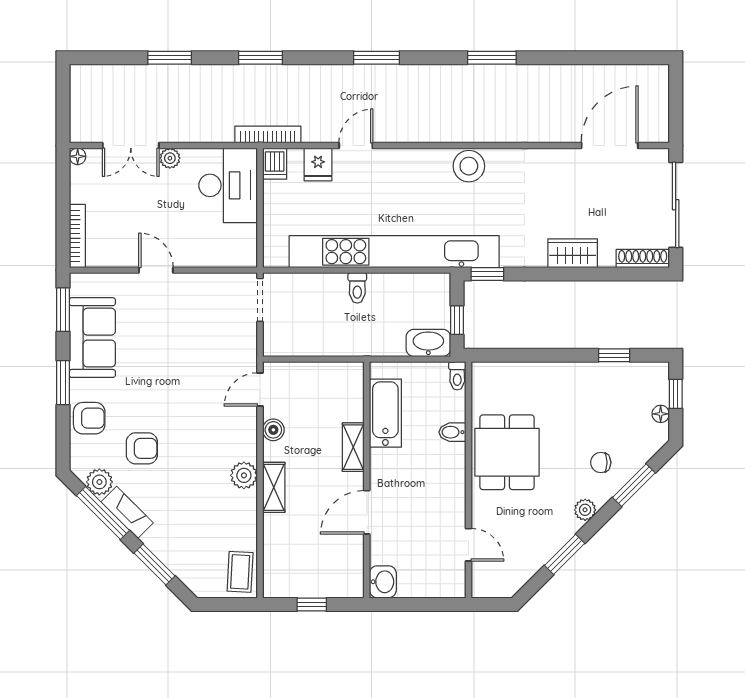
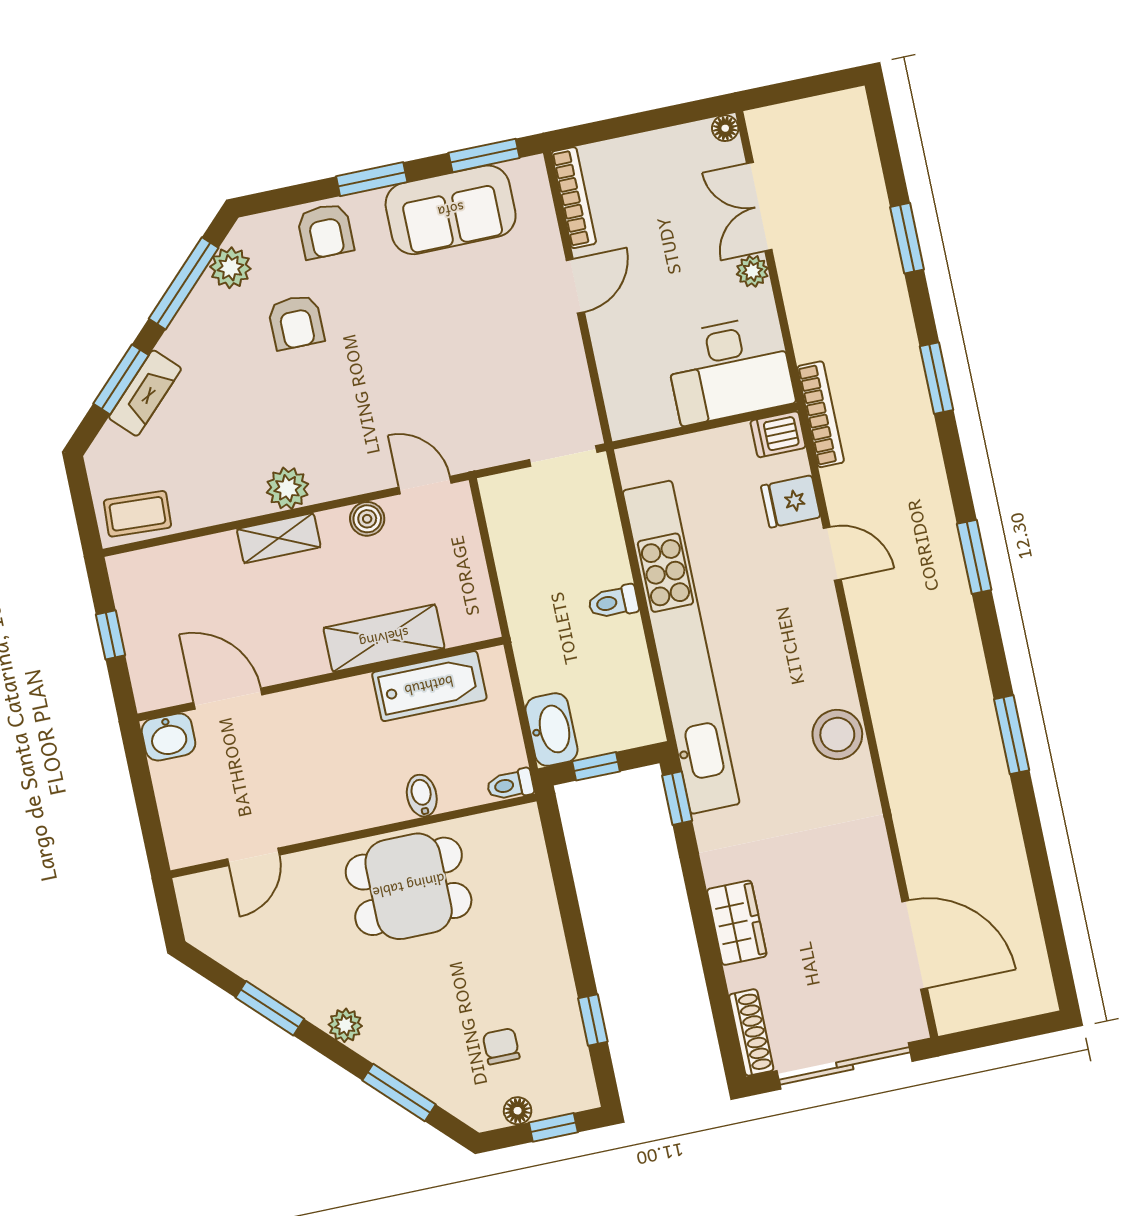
bookcase: (77, 236) -> (574, 198), moved, turned -90
shelving: (353, 447) -> (384, 638), width x1.50, depth x1.33
chair: (601, 463) -> (501, 1046), moved
fireplace: (127, 512) -> (145, 393), moved
door: (367, 512) -> (228, 699), moved

